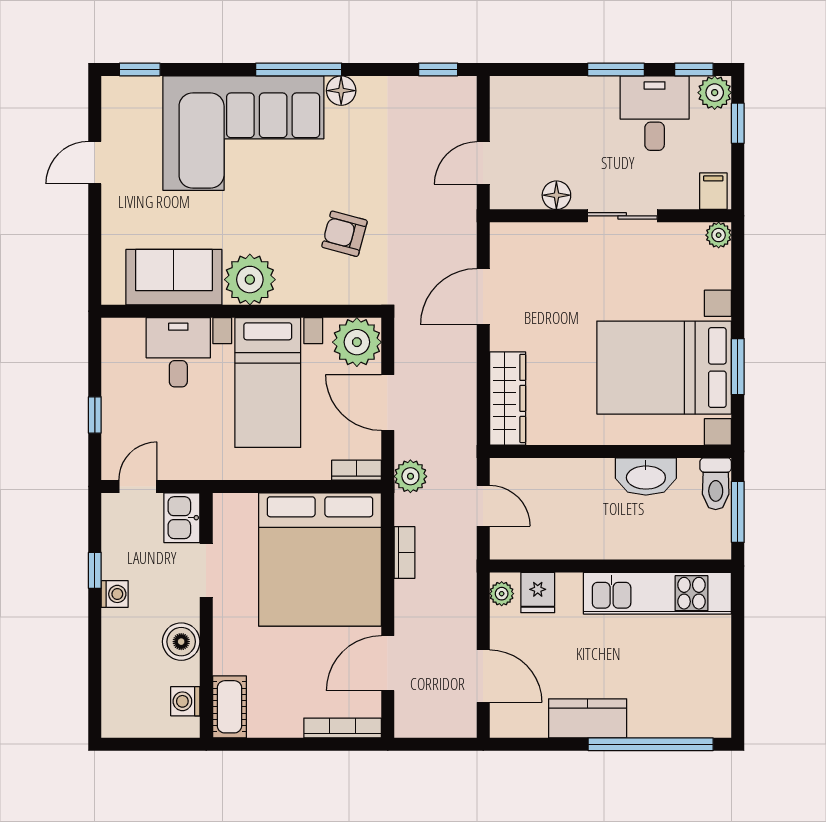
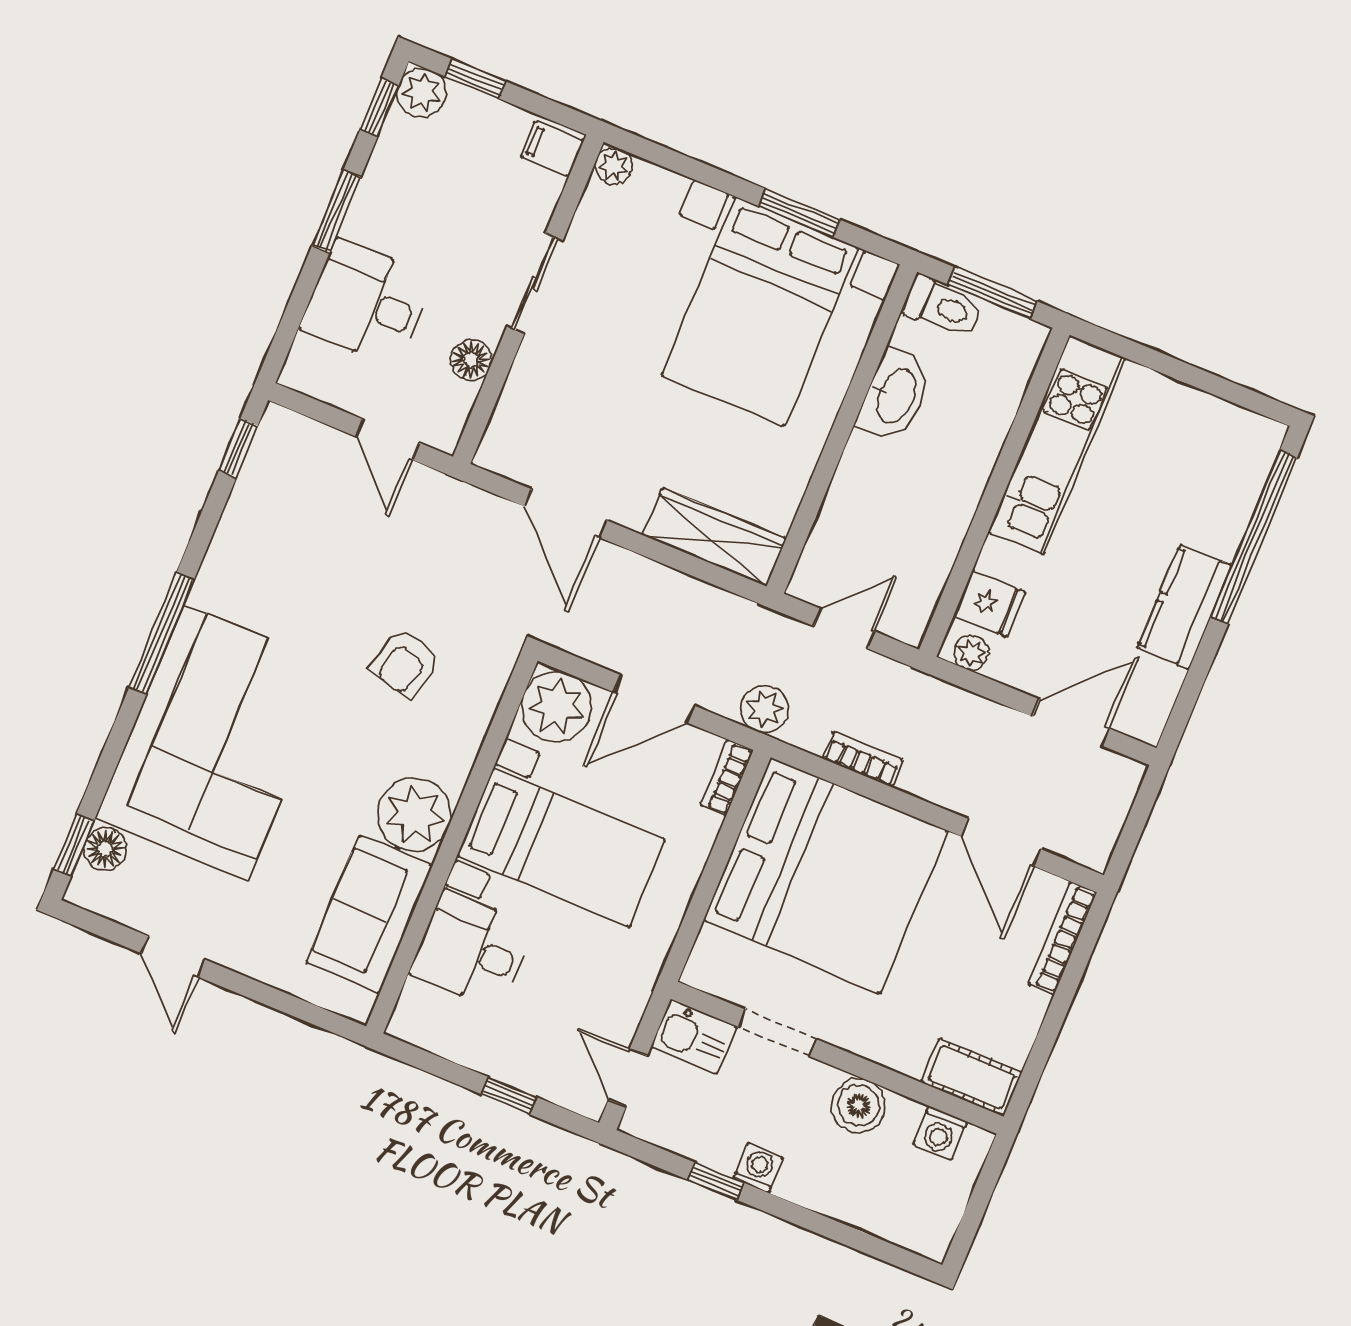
floor lamp: (341, 91) -> (105, 849), moved
desk: (655, 113) -> (367, 303), moved

